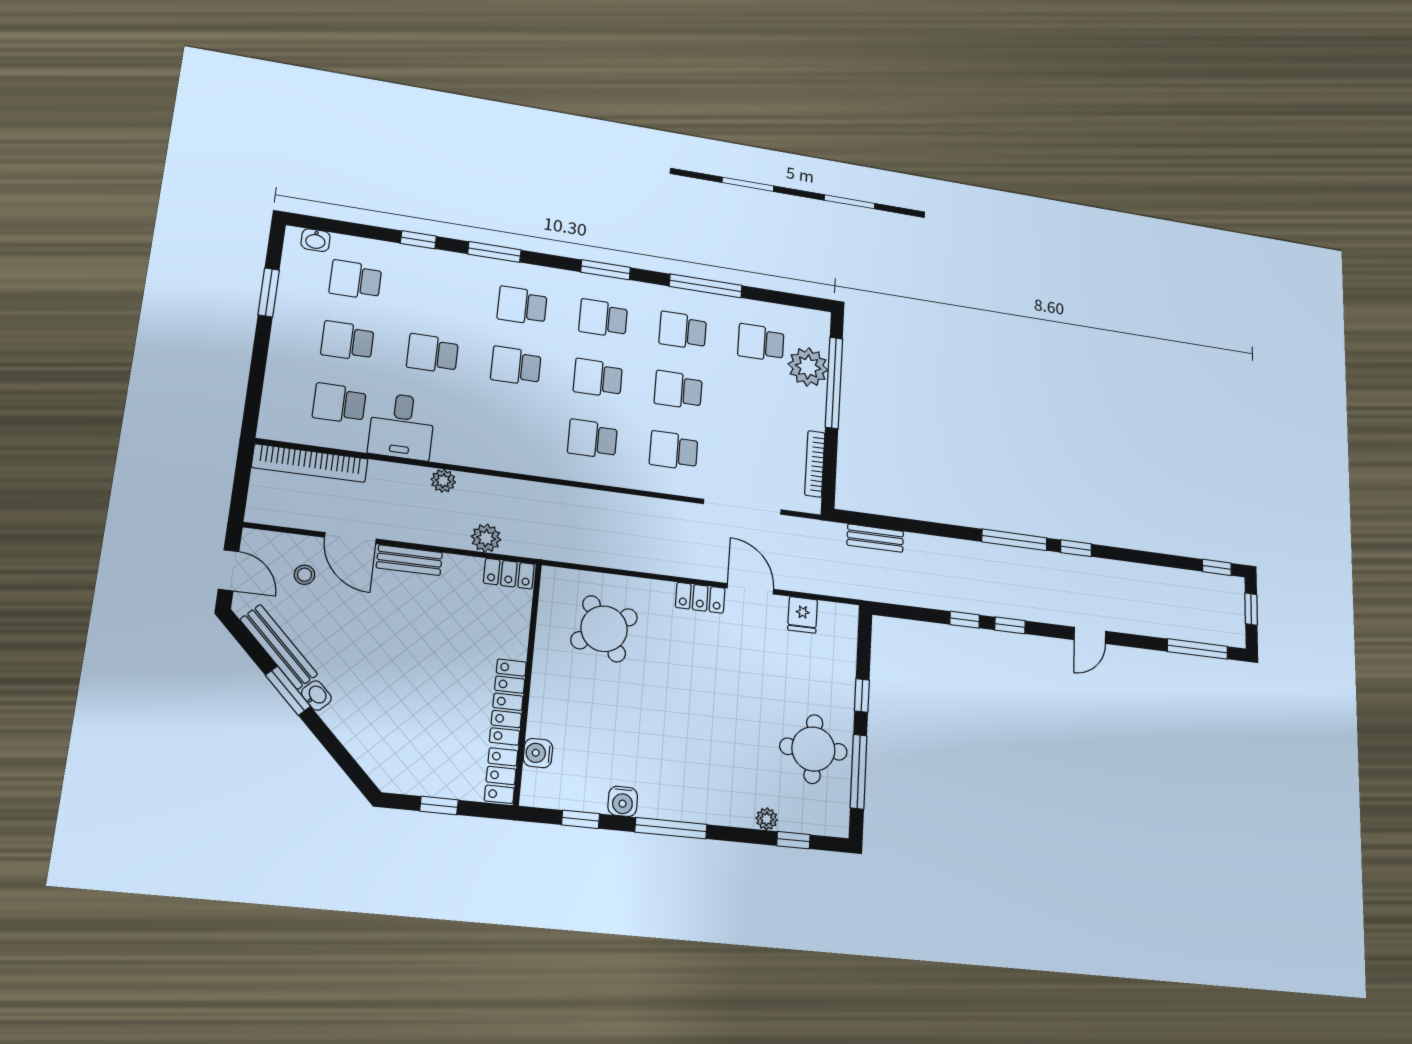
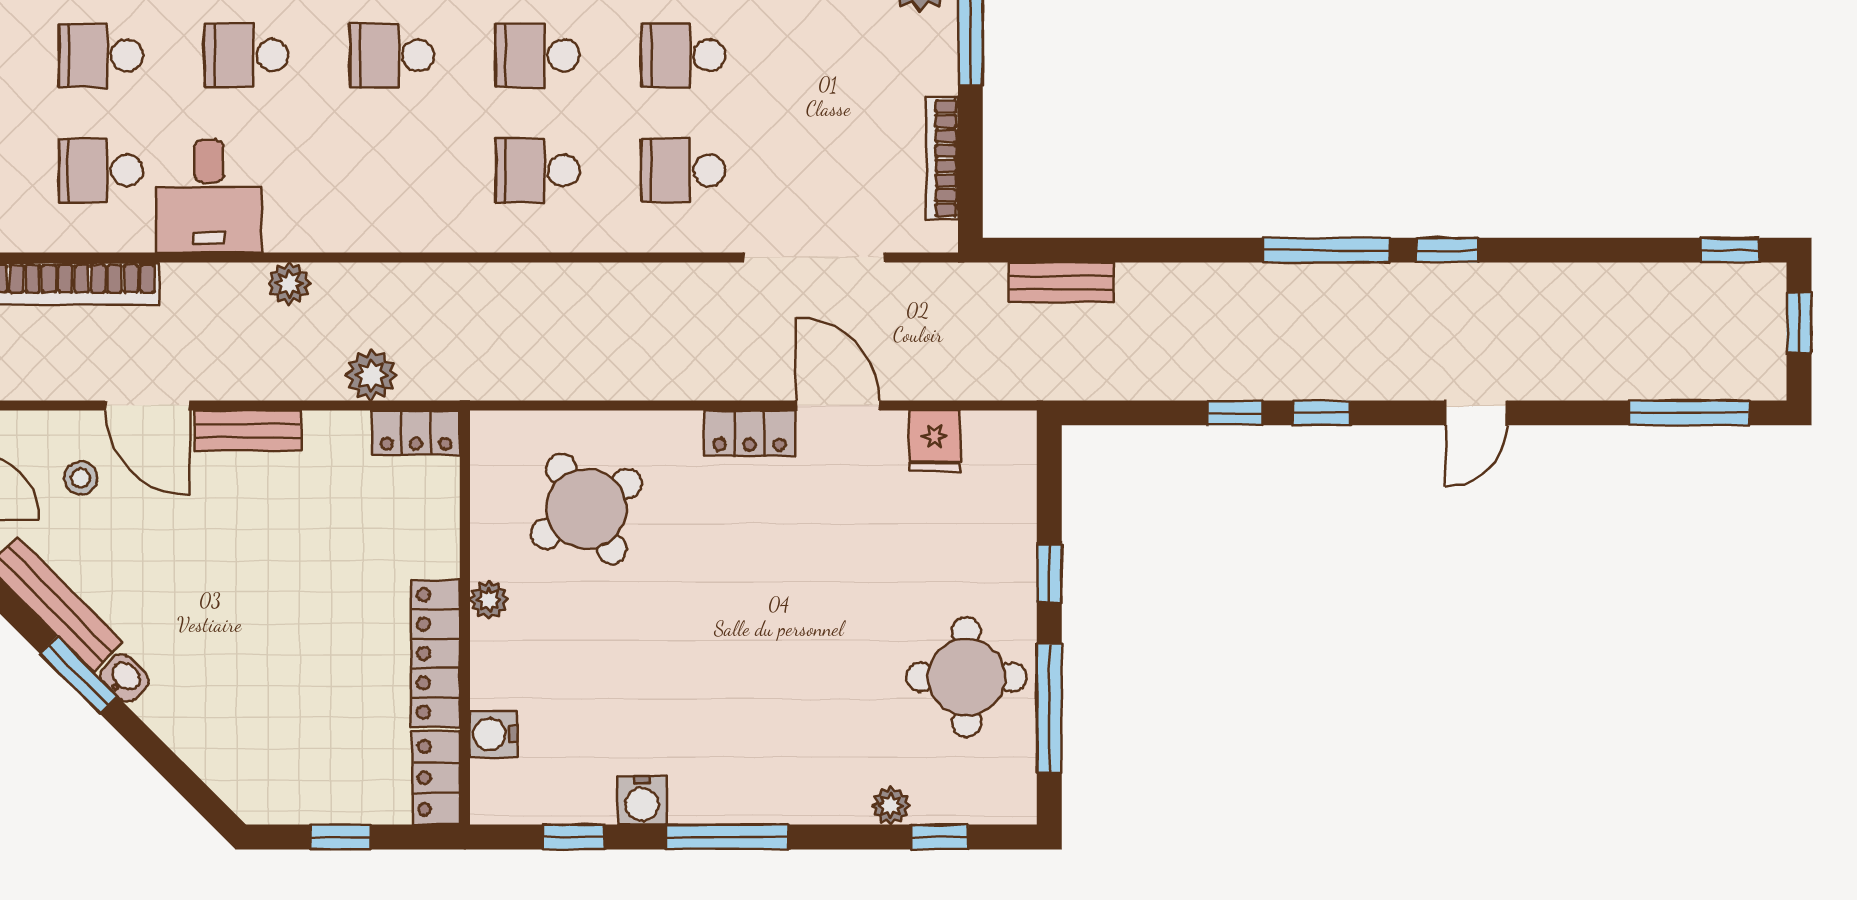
plant: (543, 674) -> (489, 599), added

